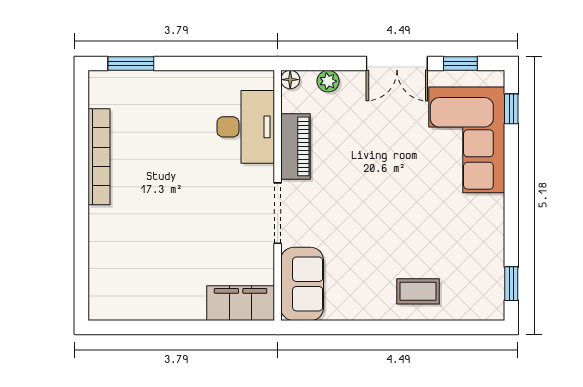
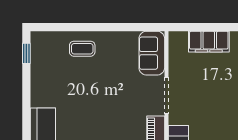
filing cabinet: (241, 303) -> (209, 42), moved

